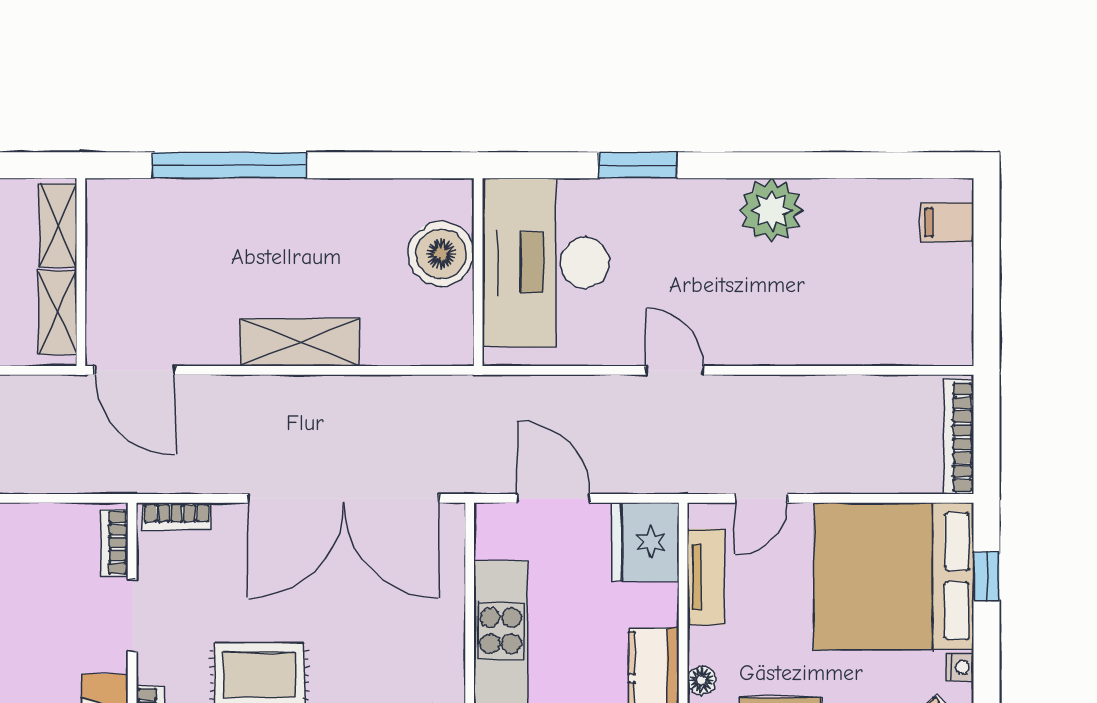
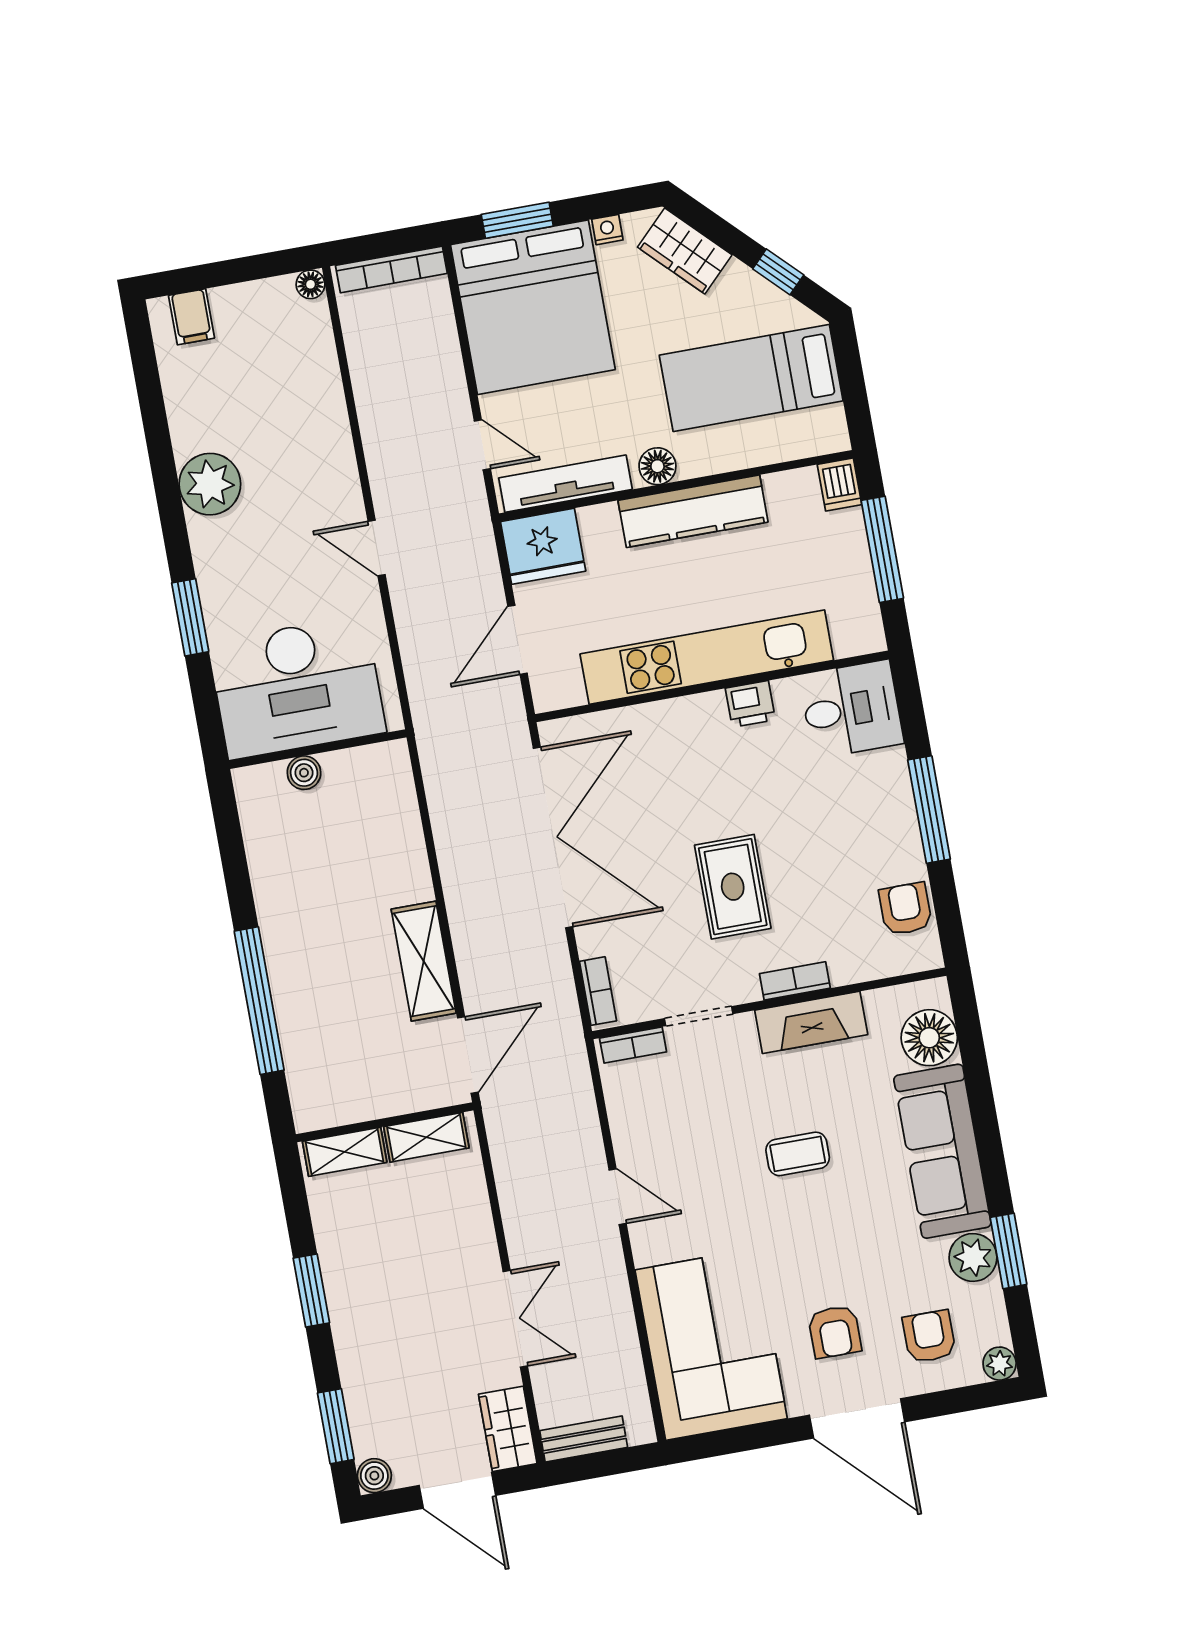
boiler: (441, 254) -> (304, 773), width x0.54, depth x0.54
shelving: (300, 342) -> (424, 961), moved
floor lamp: (959, 351) -> (310, 284), added
door: (675, 370) -> (377, 548), hinge flipped
window: (986, 576) -> (517, 220), width x1.50
tv unit: (706, 577) -> (565, 484), width x1.41
floor lamp: (702, 680) -> (657, 466), width x1.37, depth x1.37

